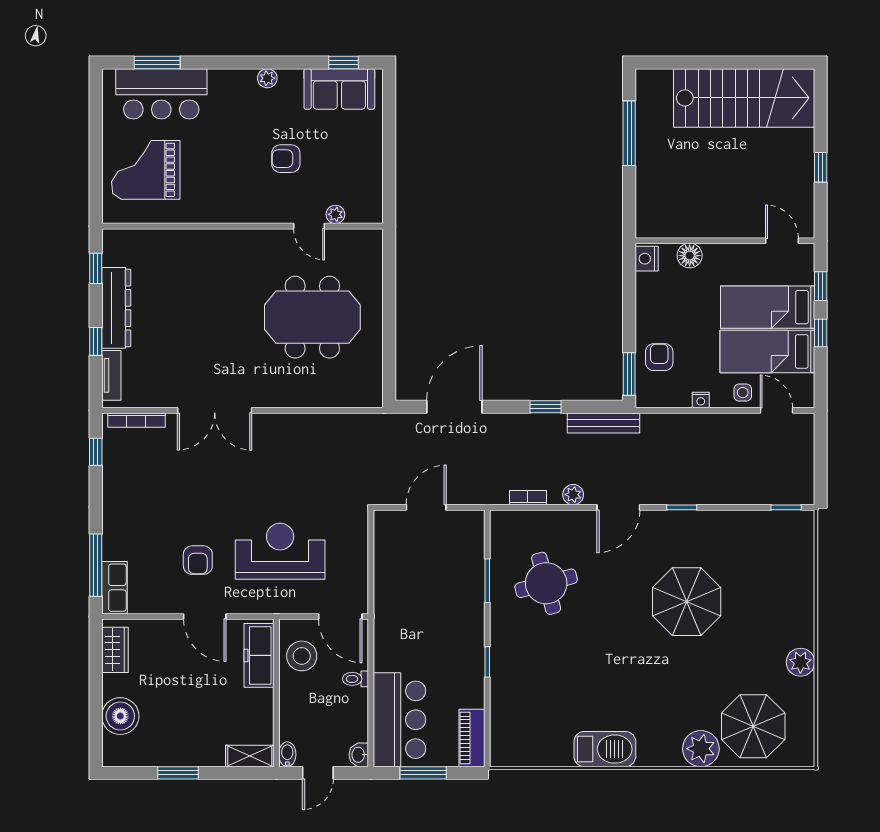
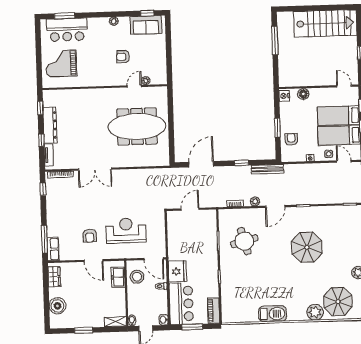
door: (309, 226) -> (134, 86), swing flipped
meeting table: (312, 317) -> (137, 126), width x1.36
window: (629, 374) -> (278, 128), moved
fridge: (394, 647) -> (178, 271), added
freezer: (259, 655) -> (118, 277), width x0.71

